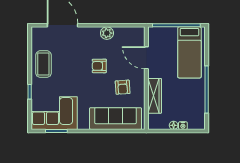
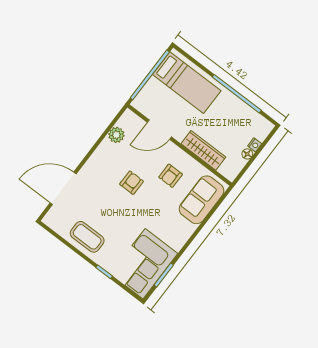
plant: (107, 33) -> (116, 135), moved
armchair: (99, 66) -> (132, 183), turned 180
armchair: (123, 87) -> (171, 176), turned 94
sofa: (116, 119) -> (202, 200), width x0.73

